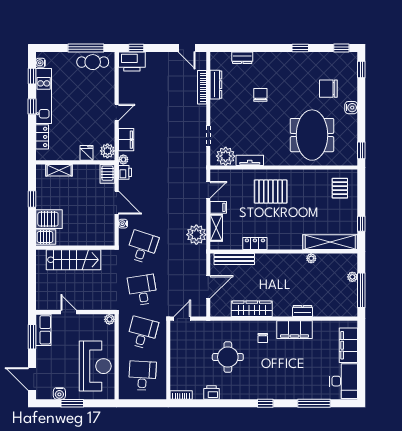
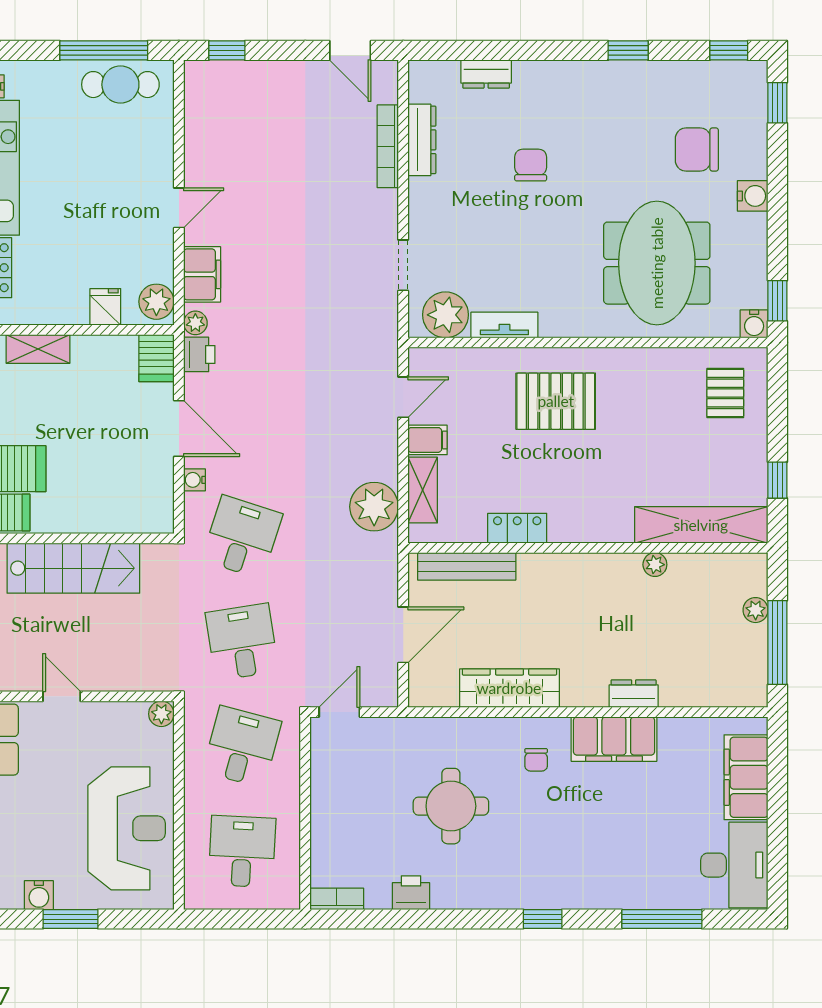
printer: (132, 62) -> (216, 83), removed
water cooler: (352, 160) -> (754, 324), added

